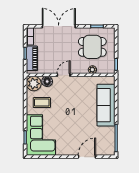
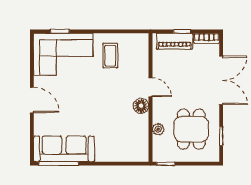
floor lamp: (47, 81) -> (141, 106), moved
plant: (34, 84) -> (138, 44), removed
sofa: (106, 105) -> (64, 149), moved
door: (87, 157) -> (32, 100), moved

